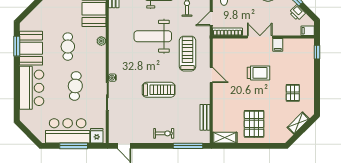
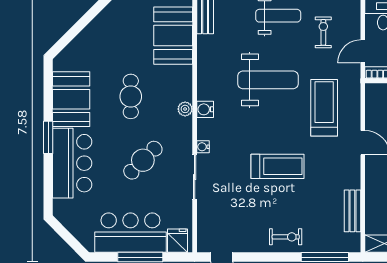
weight bench: (153, 36) -> (268, 80), turned 180
plant: (101, 41) -> (185, 109), moved
window: (17, 46) -> (48, 137), moved
water cooler: (114, 54) -> (205, 109), added
cafe table: (75, 86) -> (143, 160), turned 40

